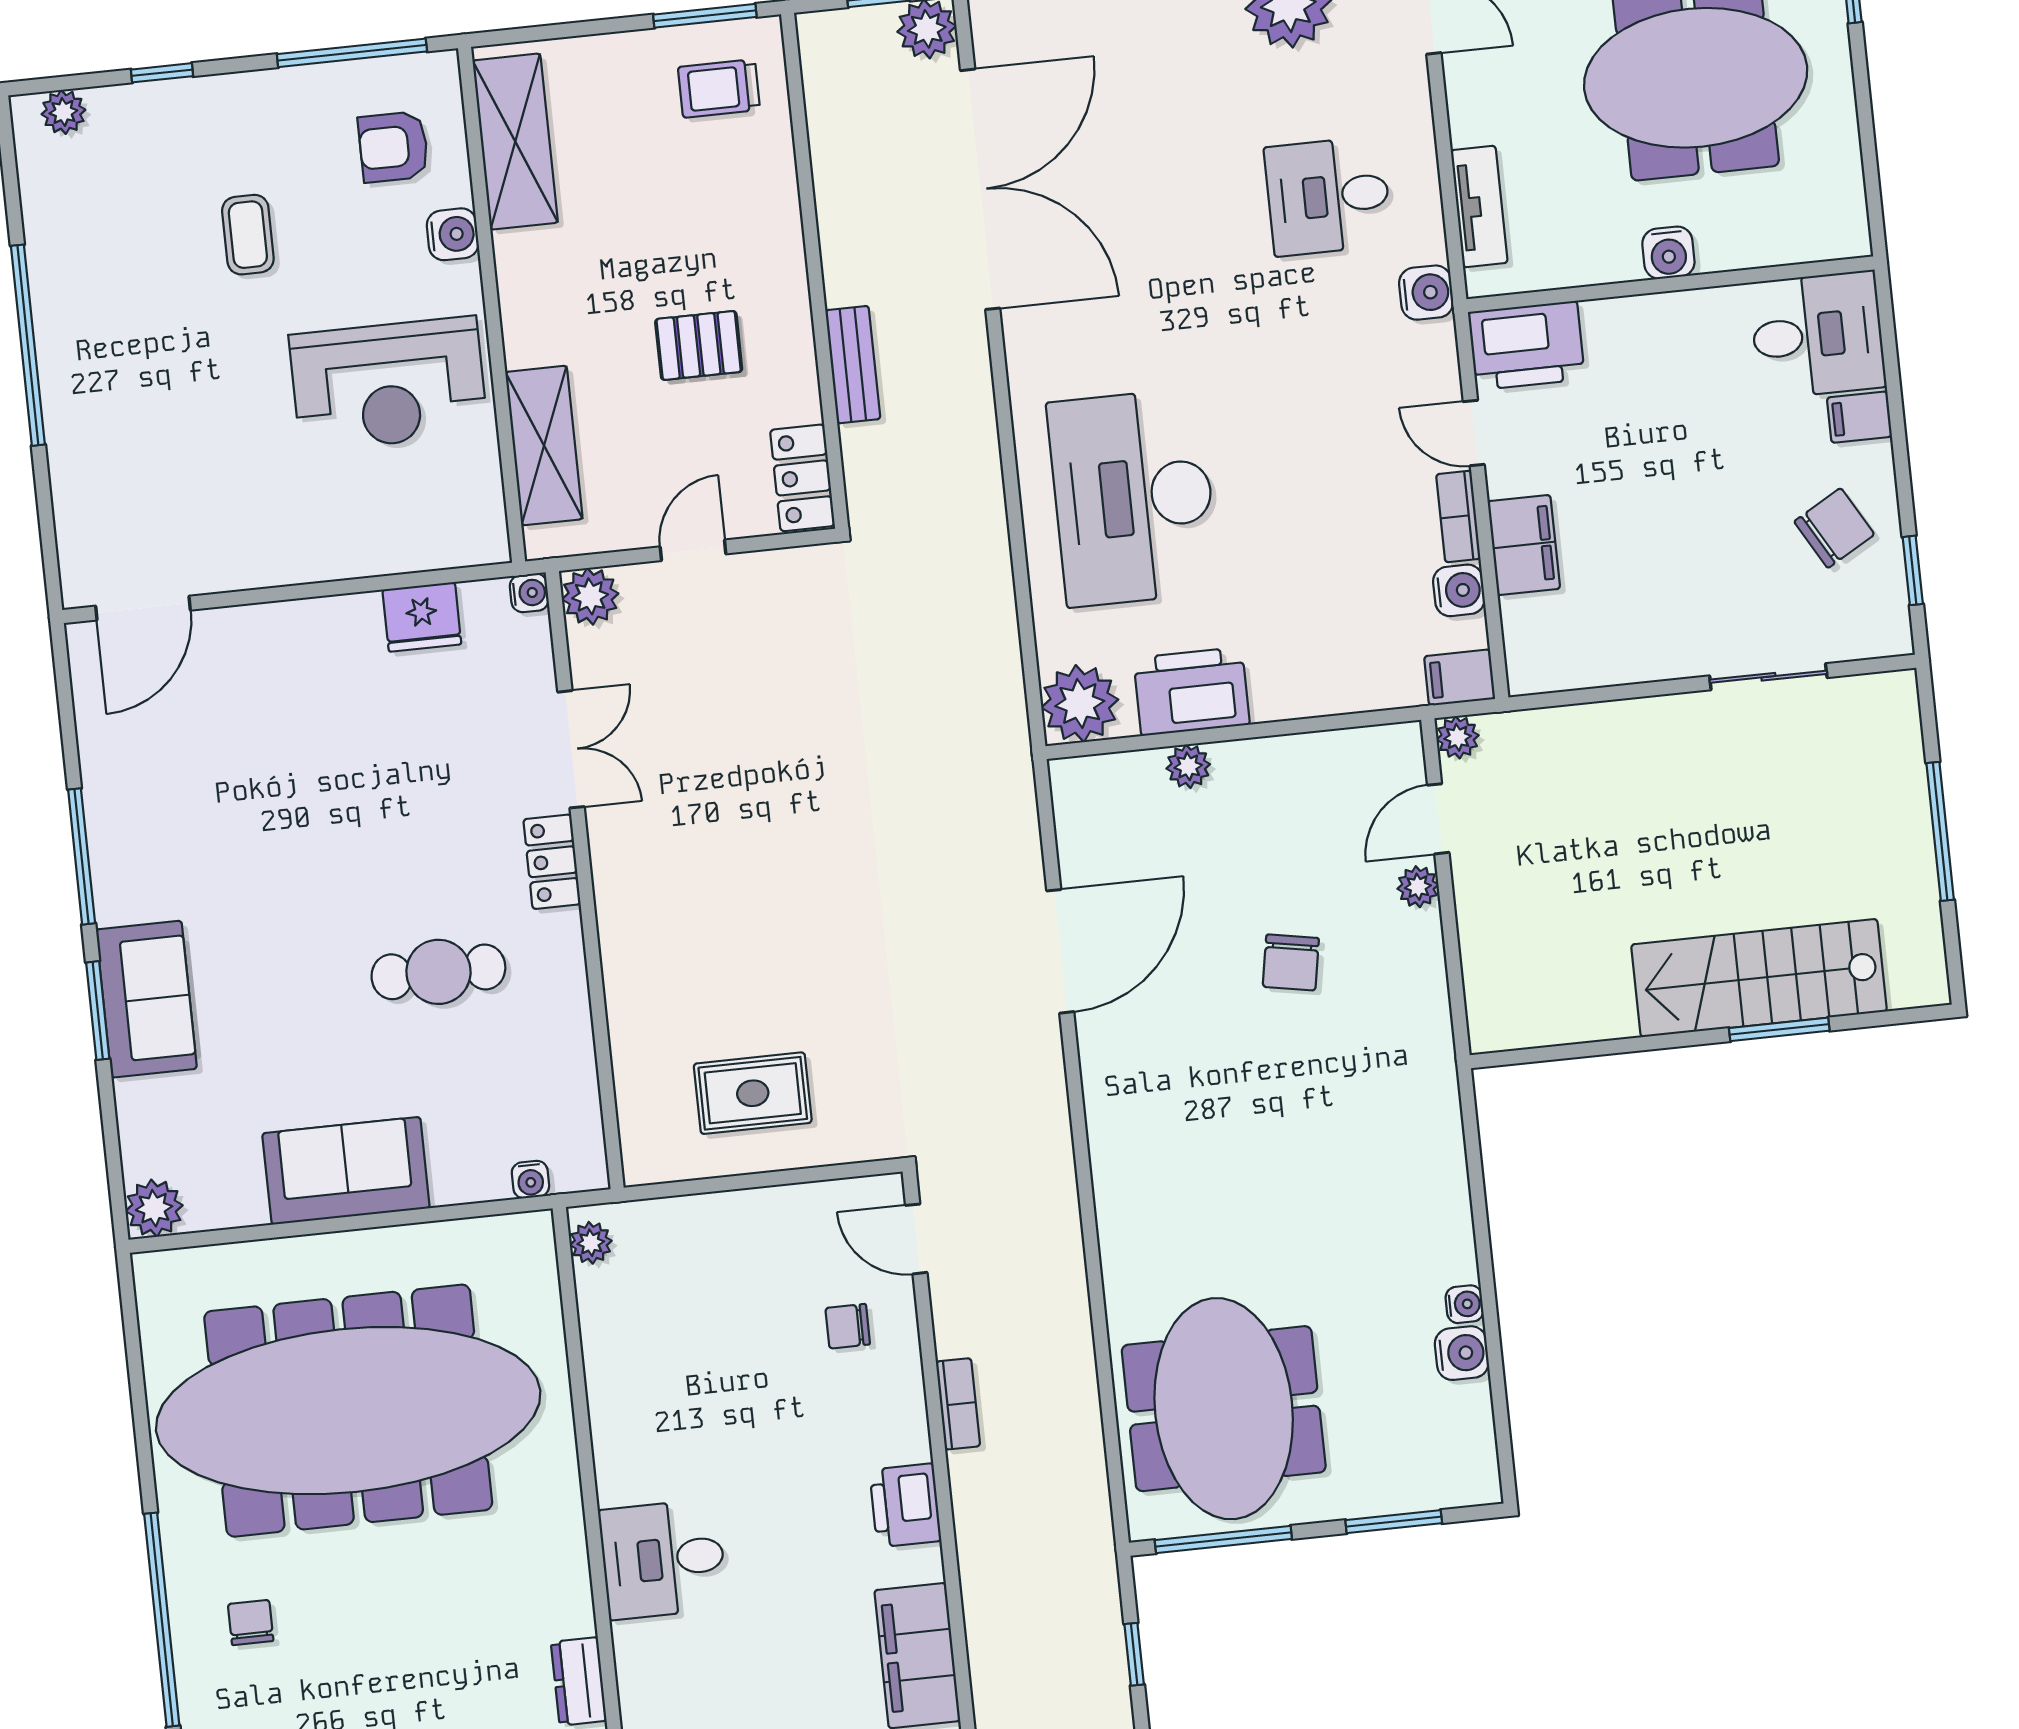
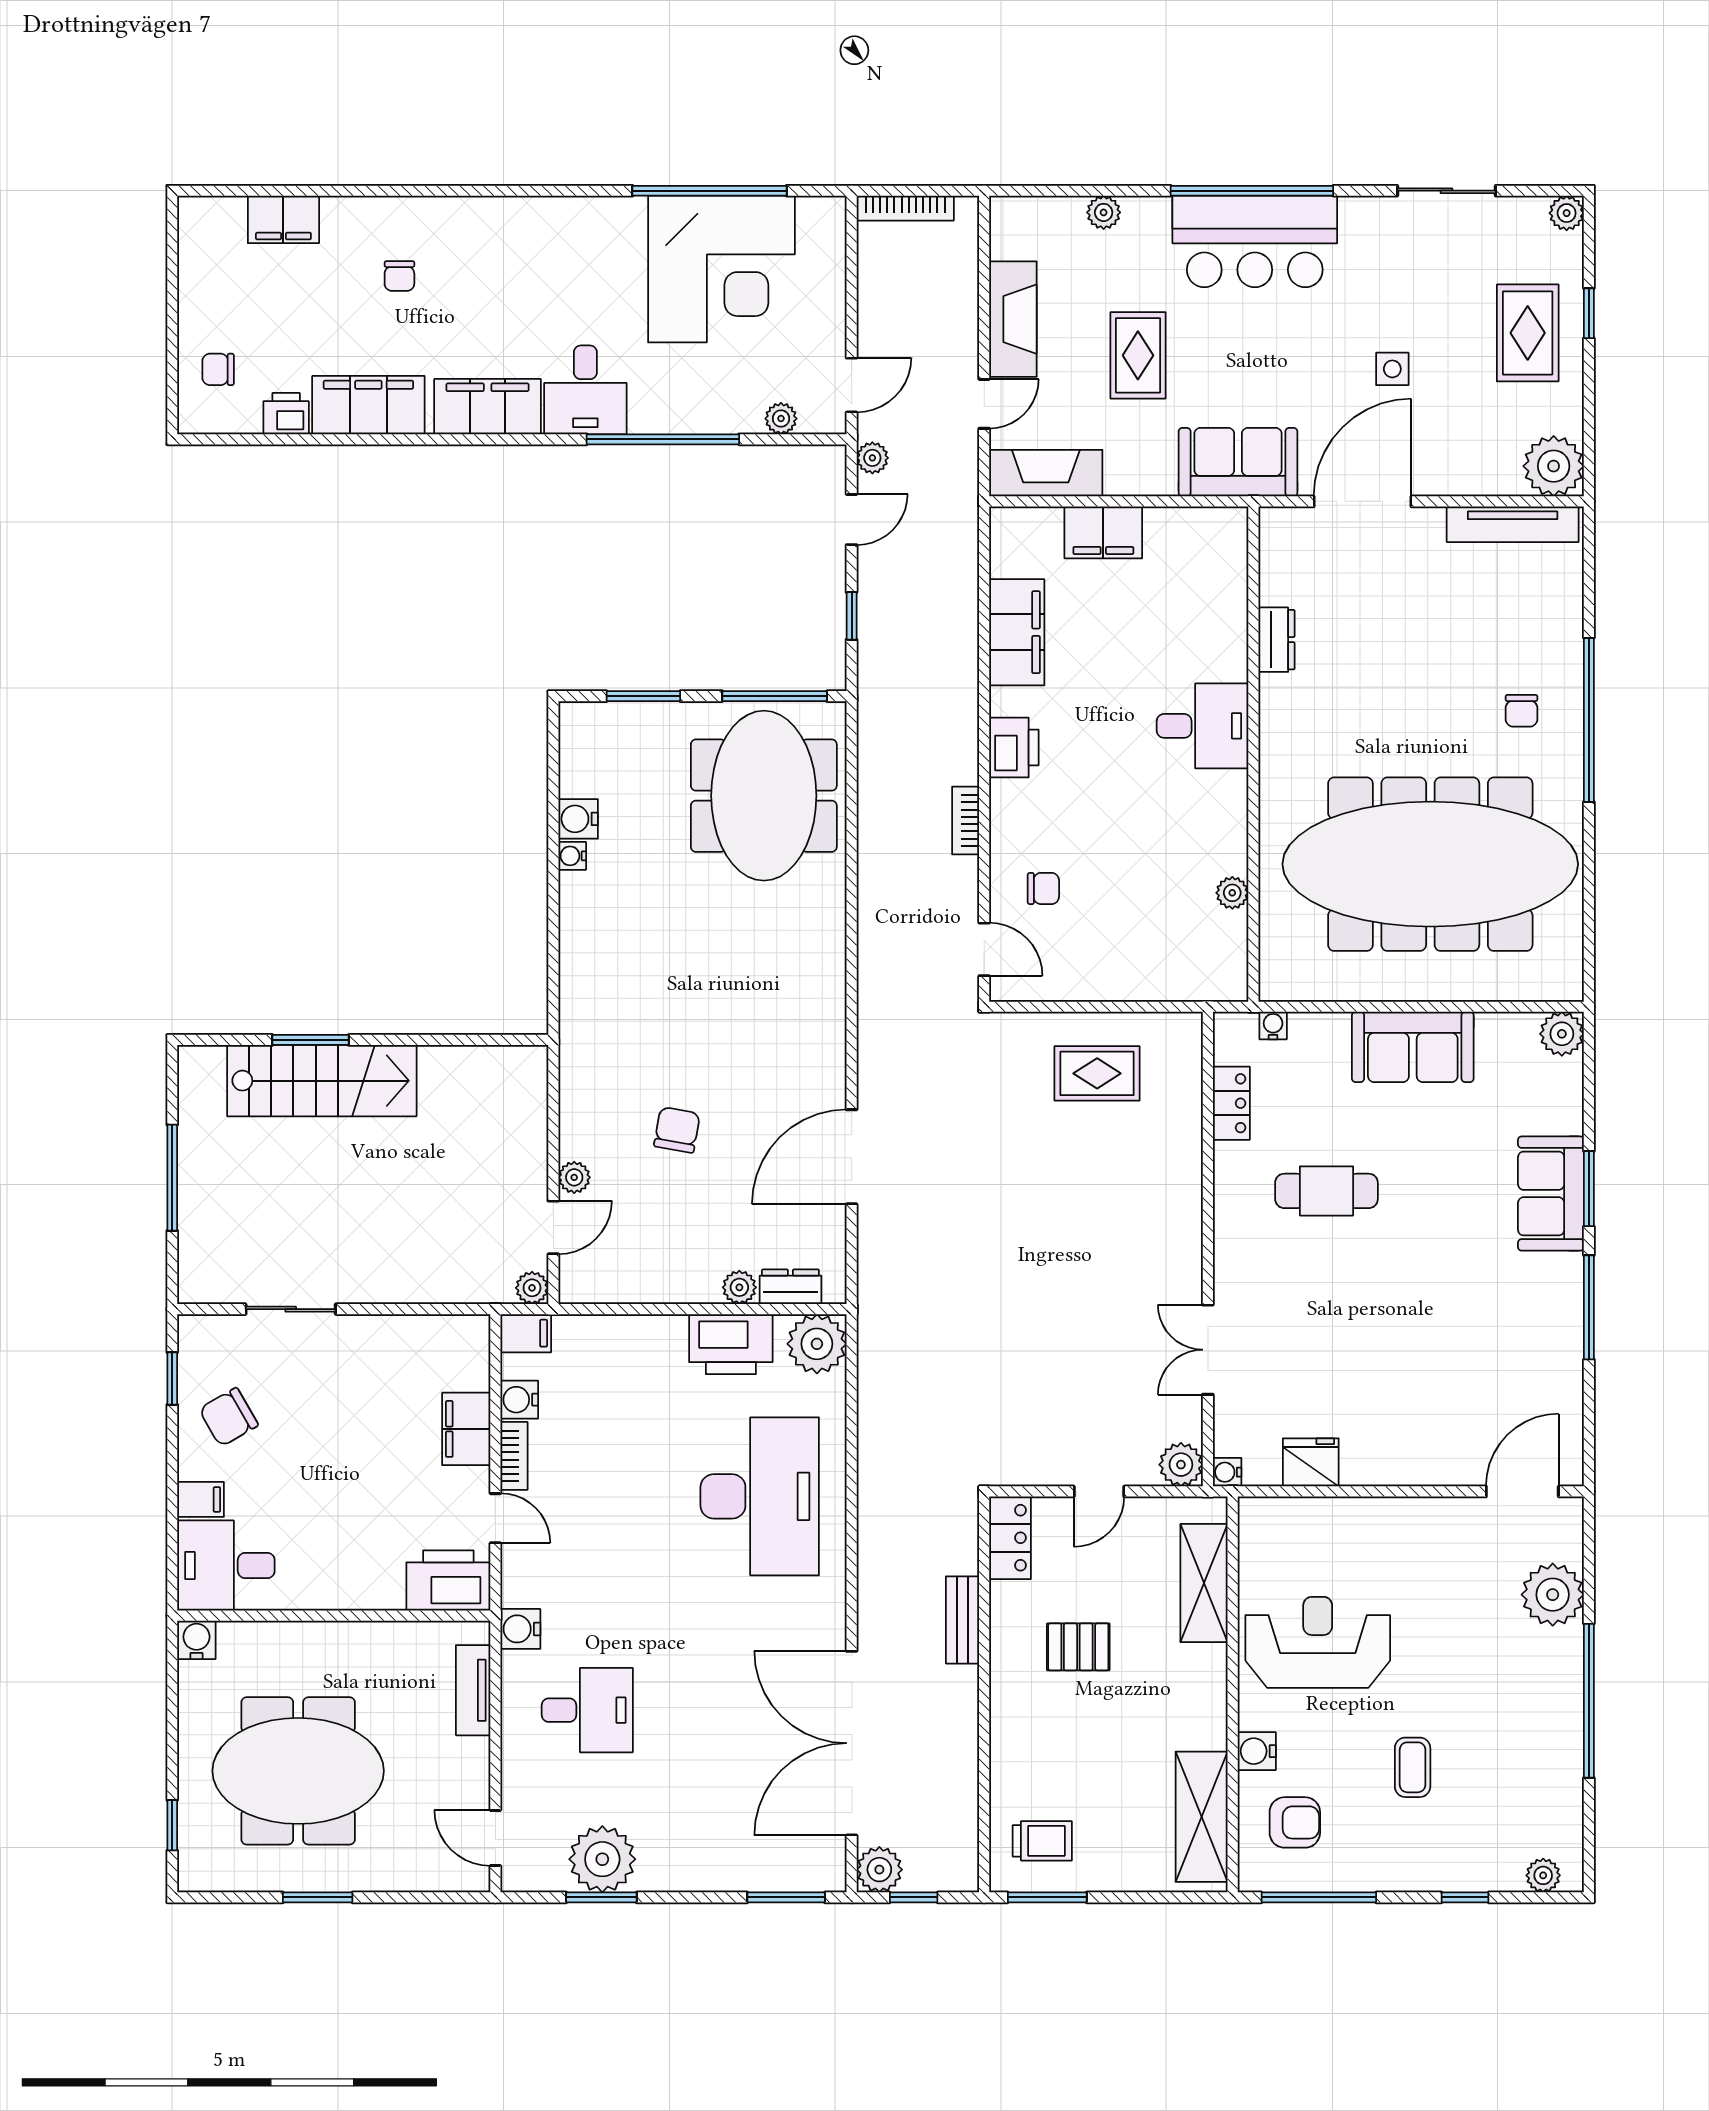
water cooler: (1668, 253) -> (196, 1640), moved
plant: (89, 478) -> (1553, 1595), added
dresser: (1122, 774) -> (790, 1287), added
locker: (552, 862) -> (1231, 1103), moved
plant: (591, 1243) -> (1232, 893), moved

